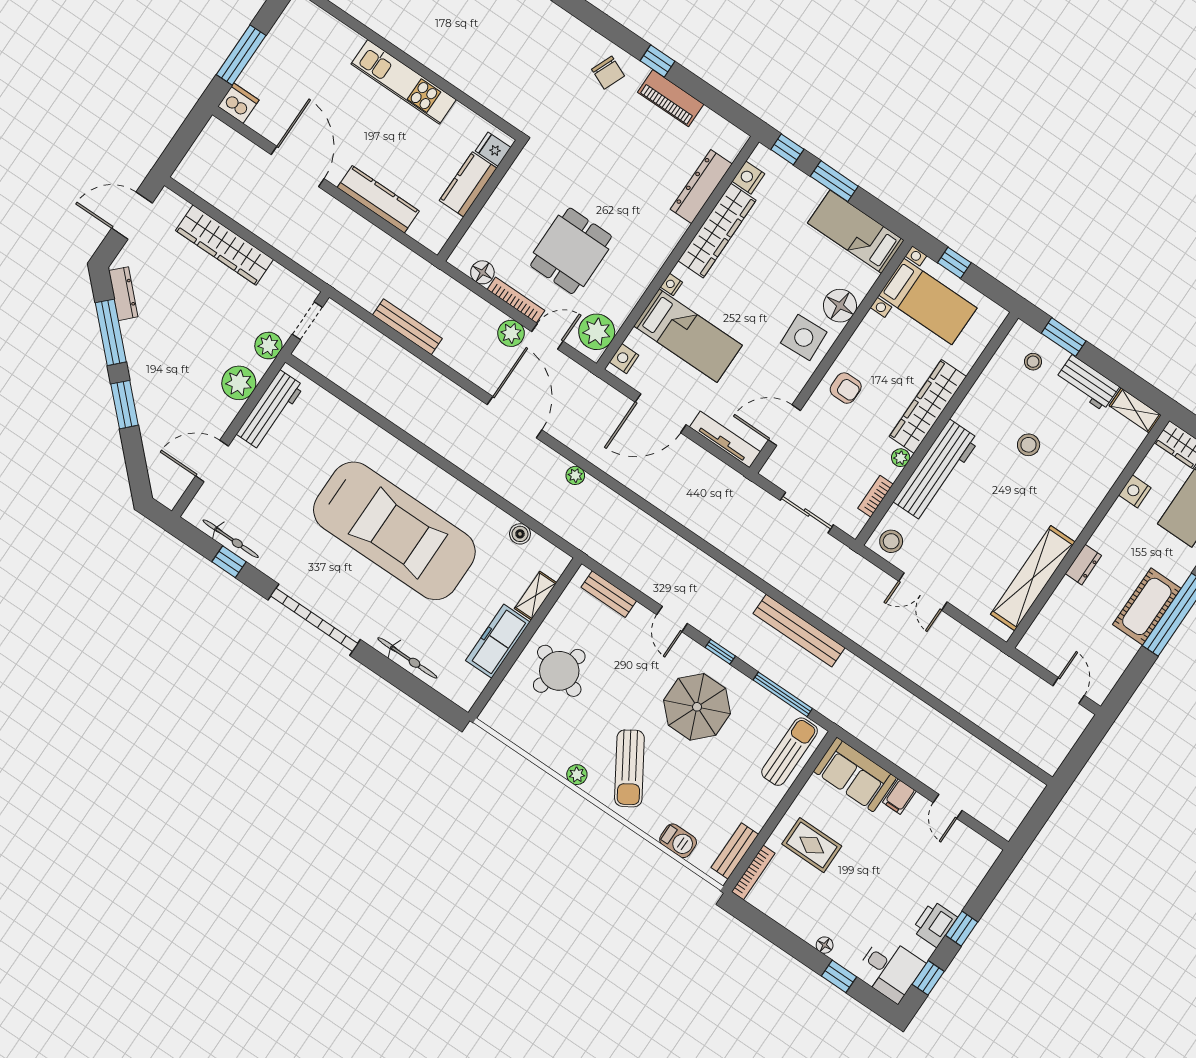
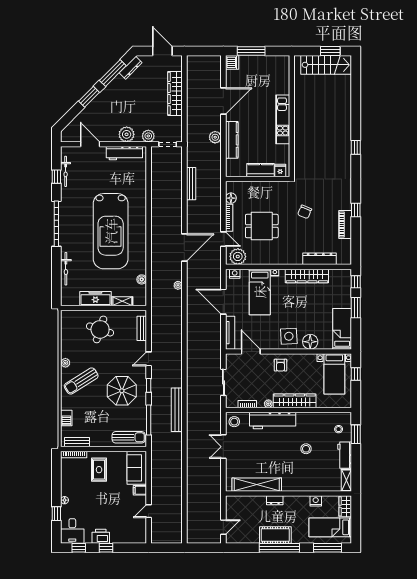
chair: (608, 73) -> (305, 212), moved
nightstand: (748, 178) -> (335, 274), removed
plant: (511, 333) -> (215, 137), moved

